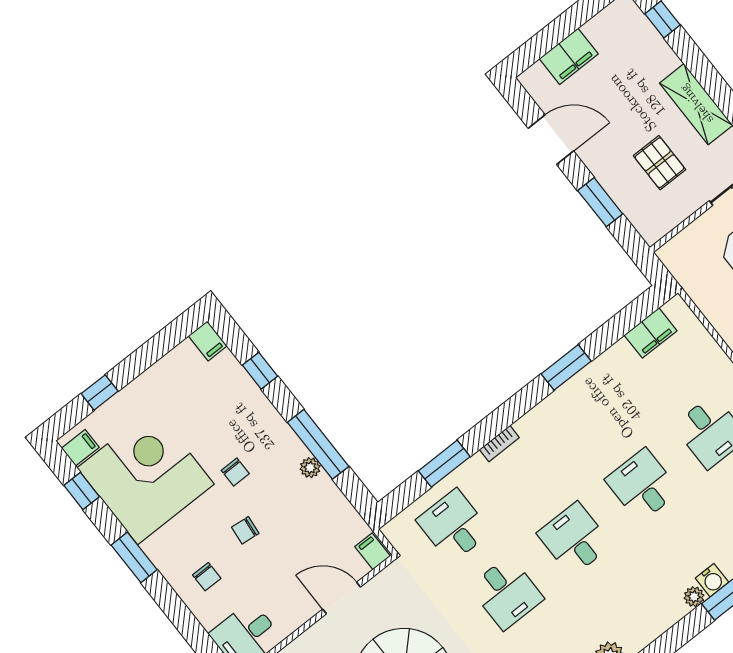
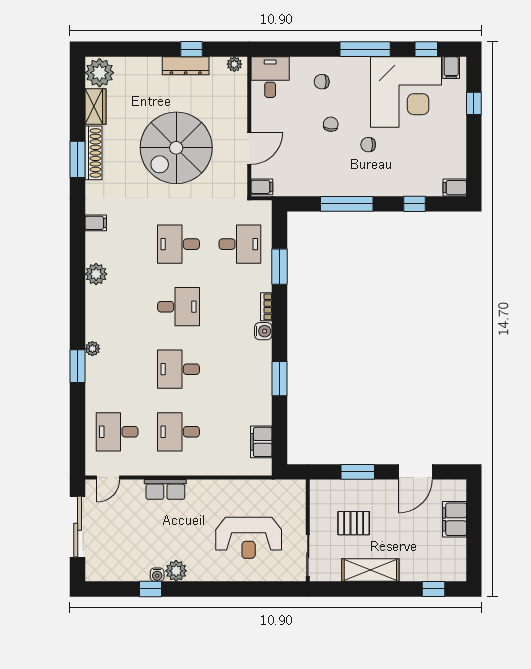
plant: (310, 468) -> (337, 189), removed
desk: (643, 485) -> (179, 369), turned 180
window: (134, 557) -> (365, 49), width x1.44
water cooler: (712, 580) -> (263, 331), moved, turned 180

